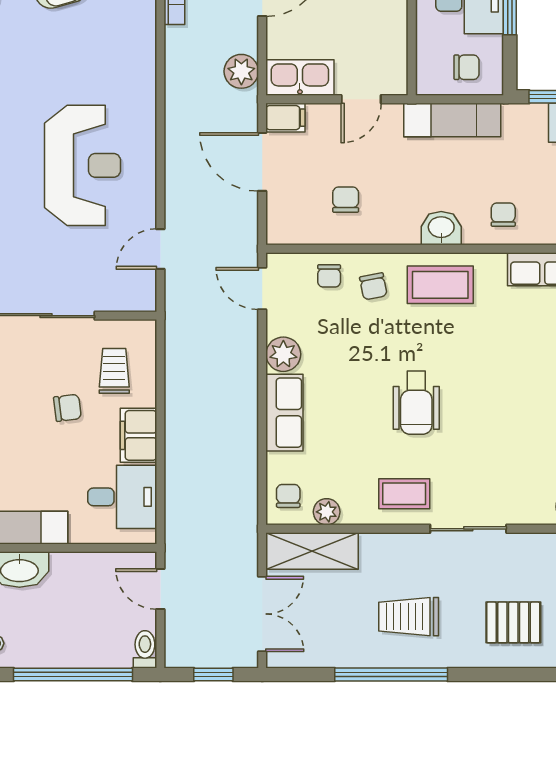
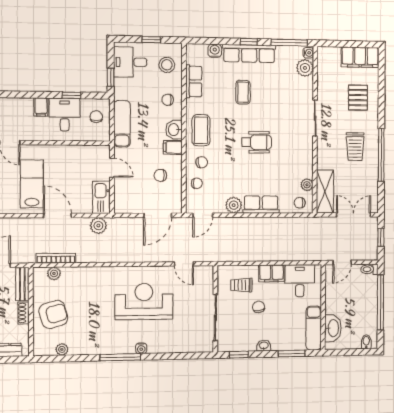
filing cabinet: (285, 118) -> (173, 147), moved, turned -90
door: (262, 162) -> (158, 215), moved
coffee table: (404, 494) -> (243, 92), moved

